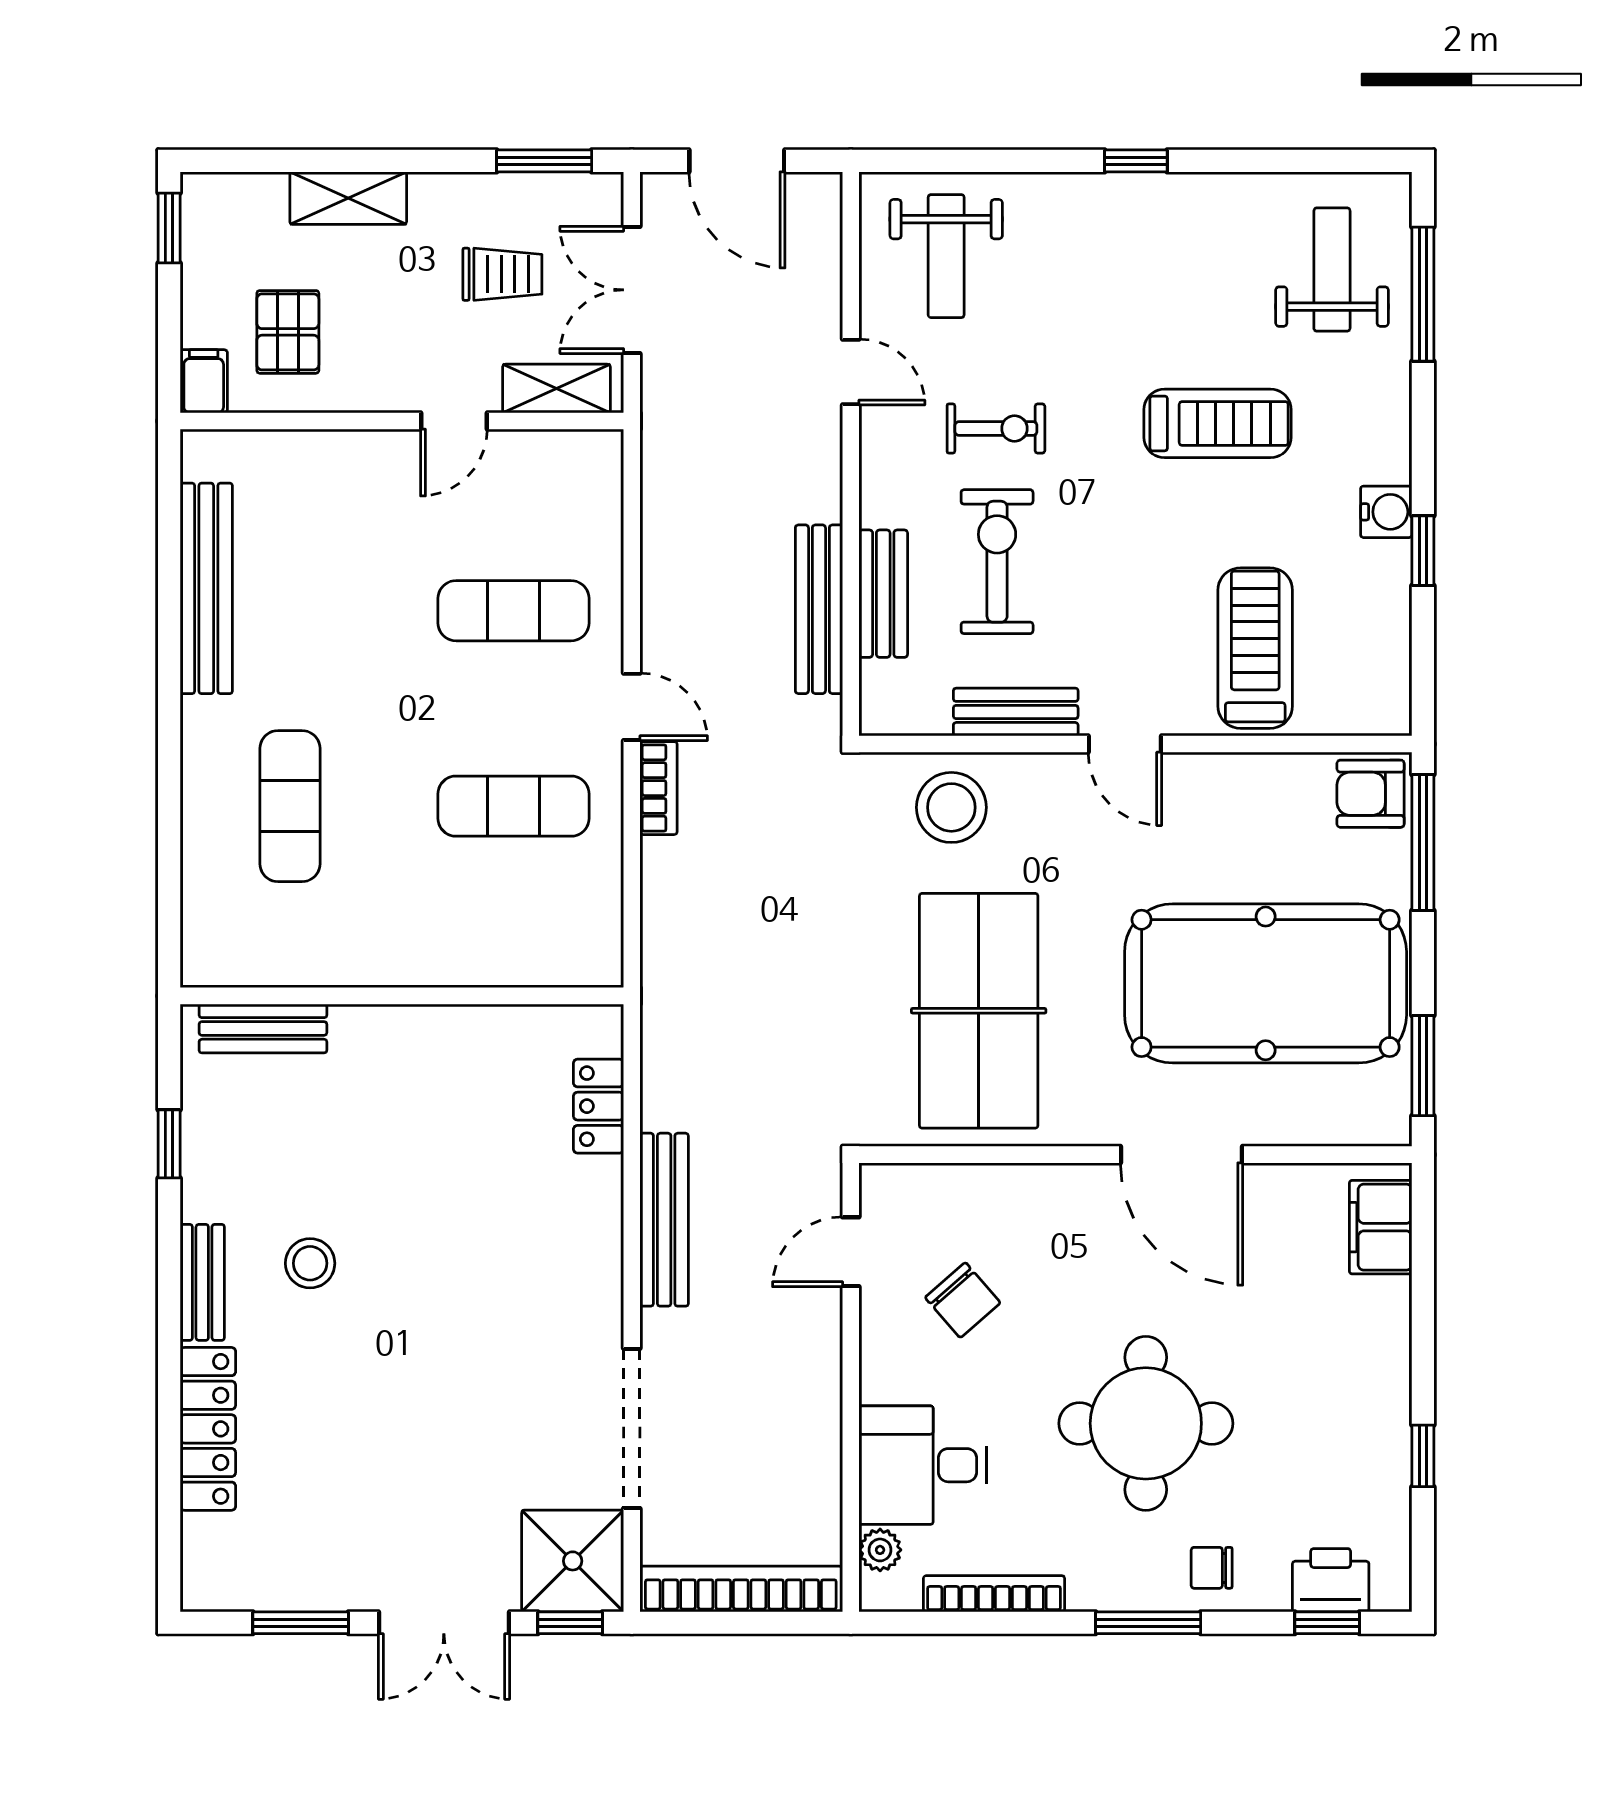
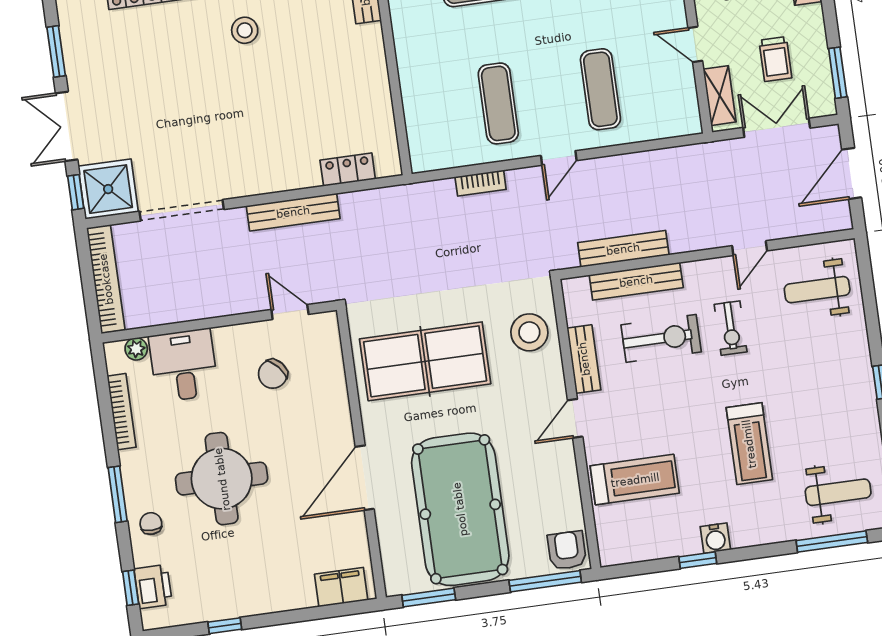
bench: (883, 594) -> (636, 281), width x1.36
bookcase: (659, 788) -> (481, 183), moved

